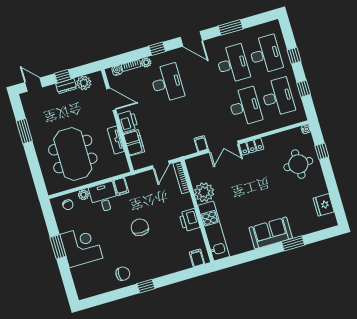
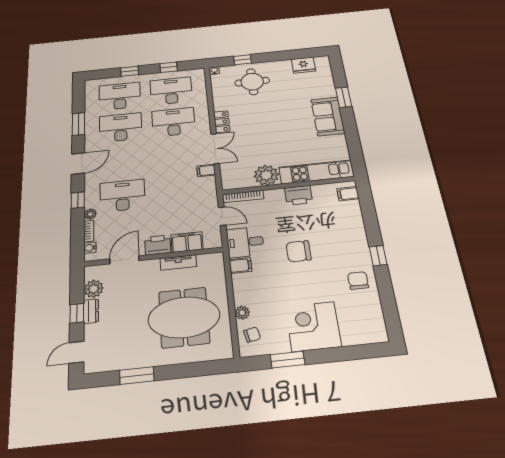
desk: (104, 197) -> (245, 242), moved
window: (58, 247) -> (287, 360), moved

